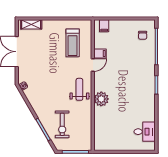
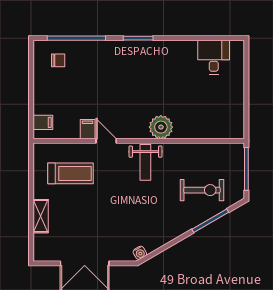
shelving: (31, 24) -> (41, 216), moved
weight bench: (79, 89) -> (145, 162), turned -90

